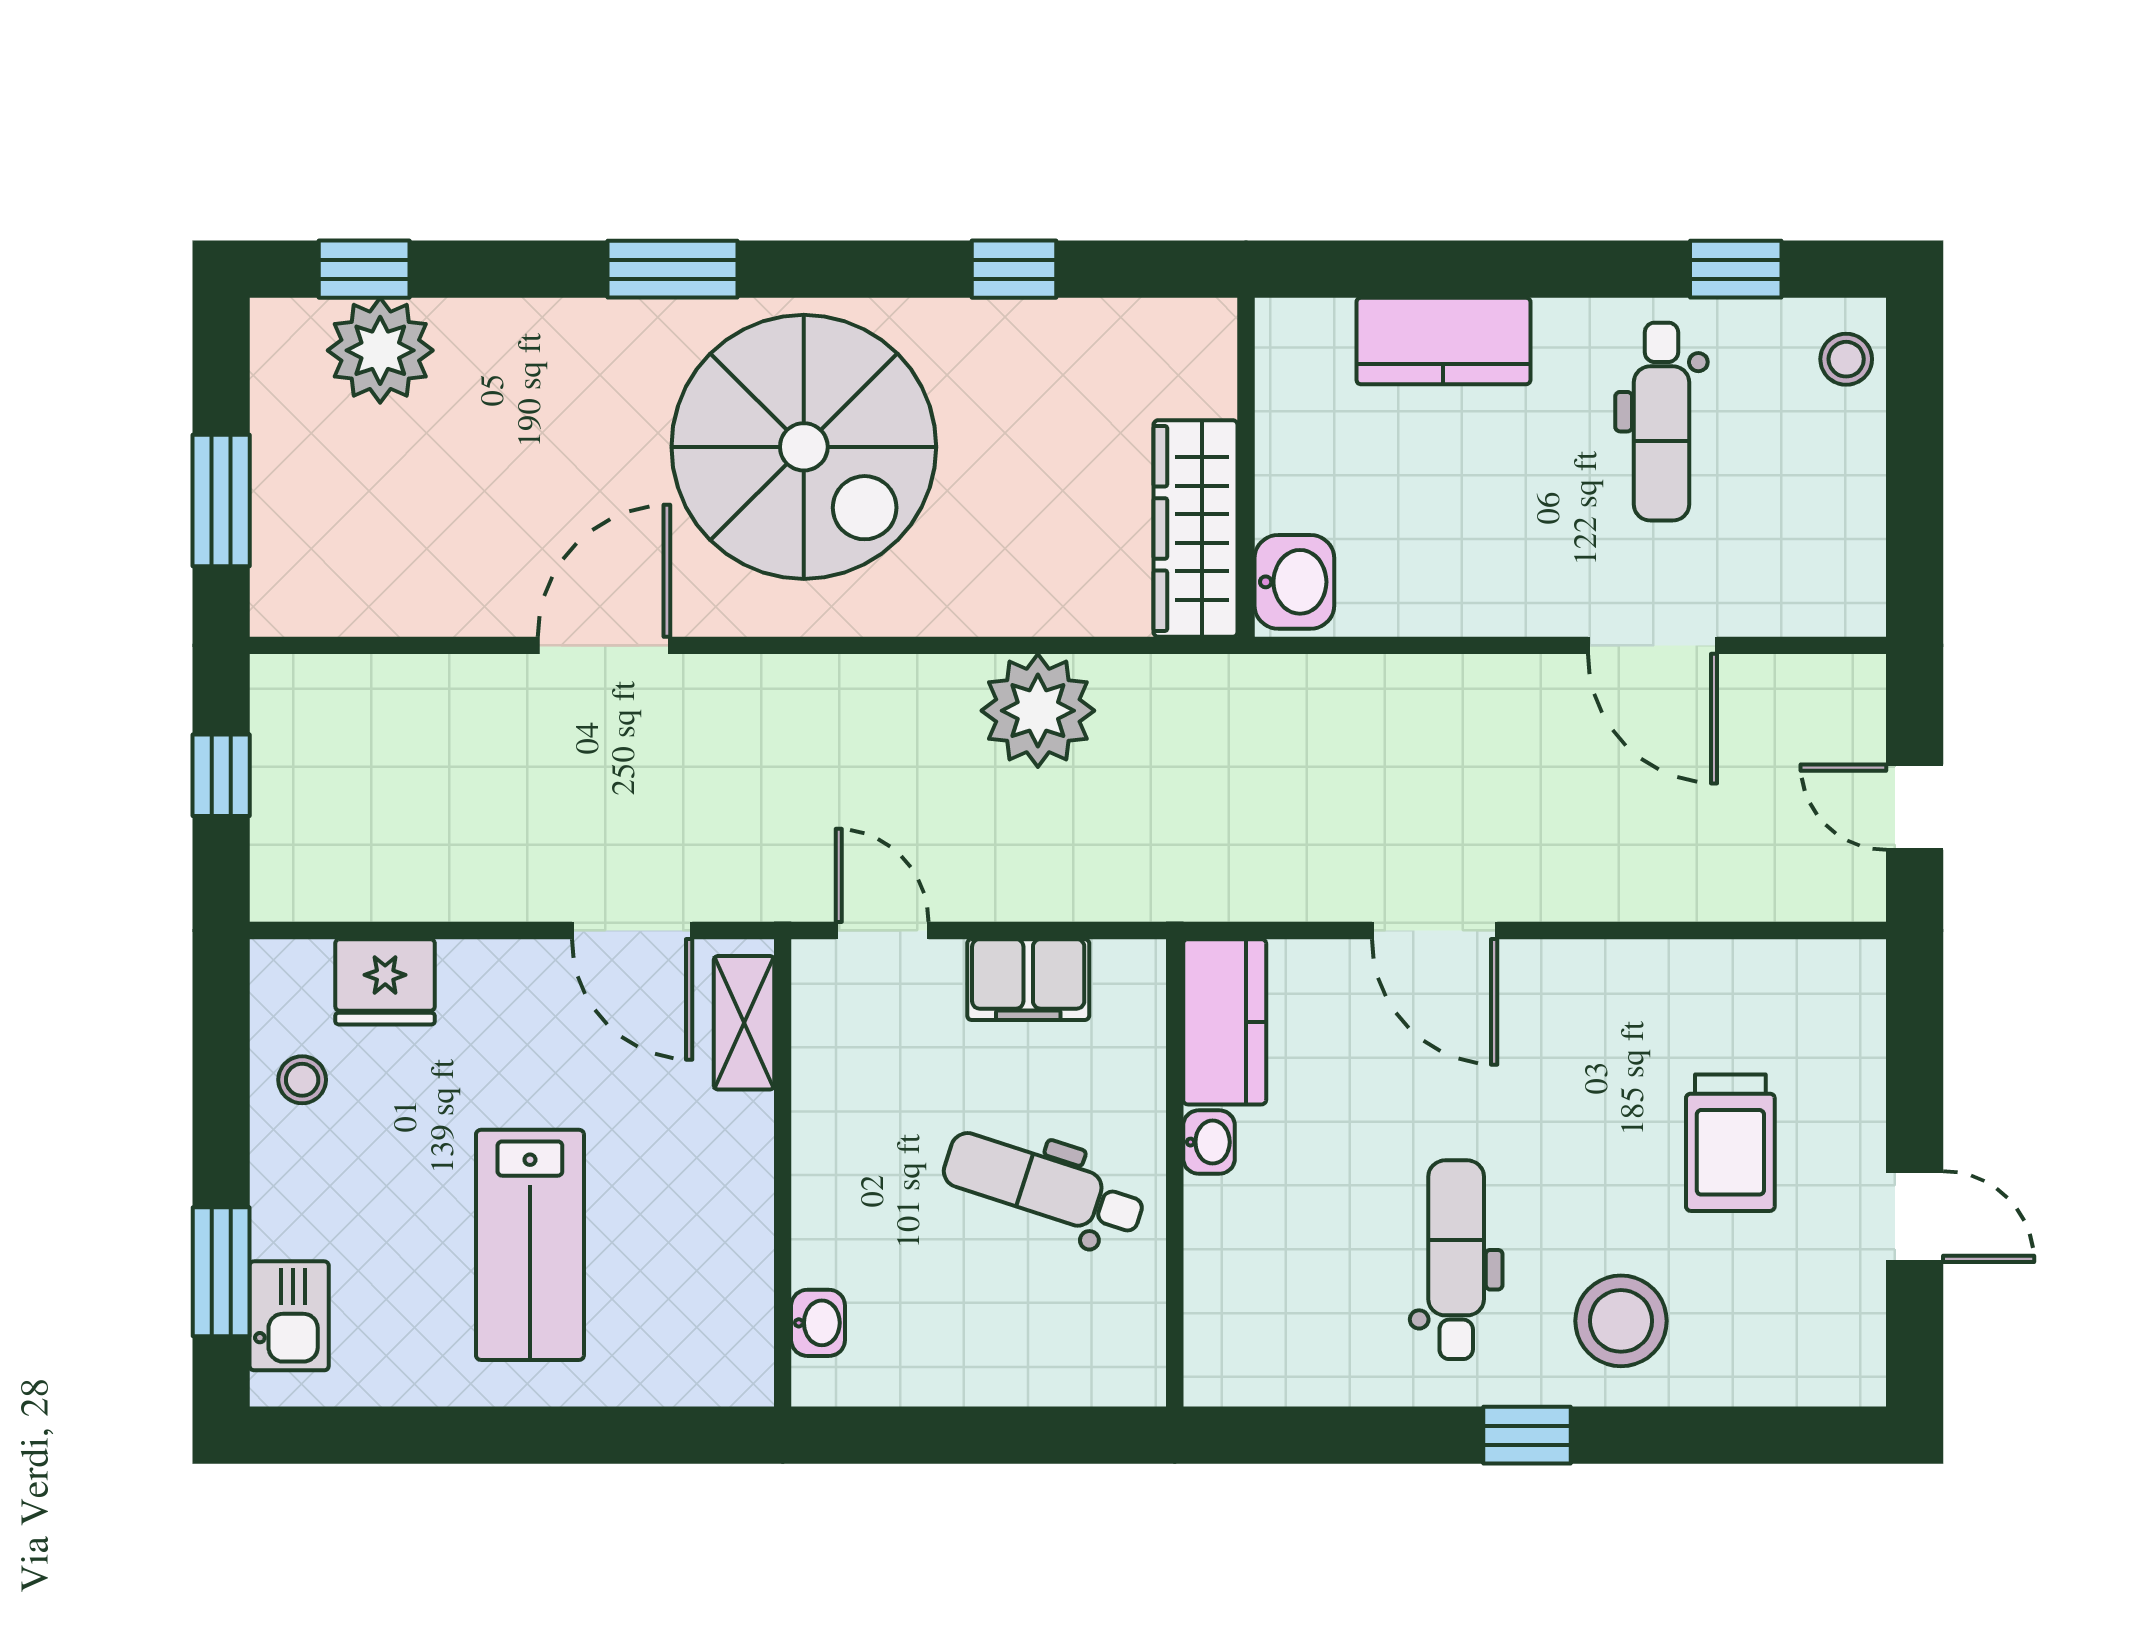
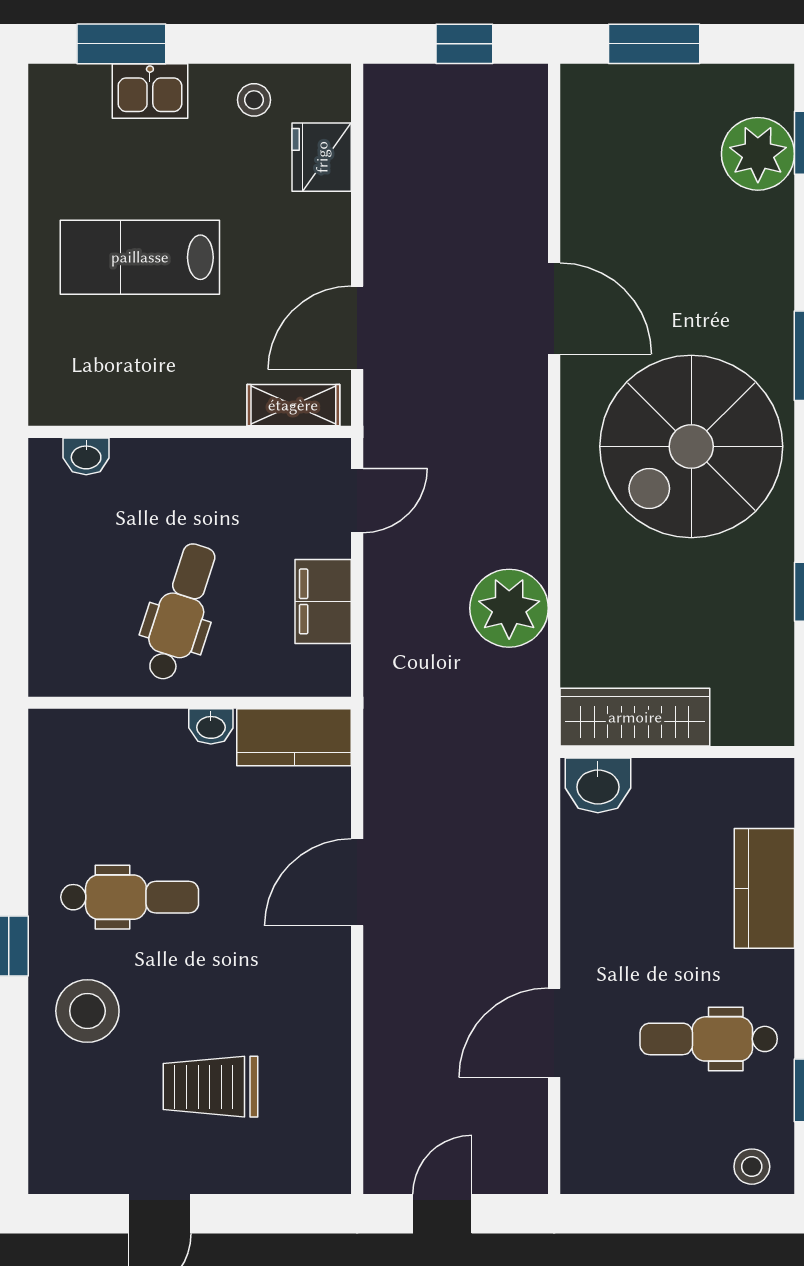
kitchen sink: (289, 1316) -> (150, 91), moved

